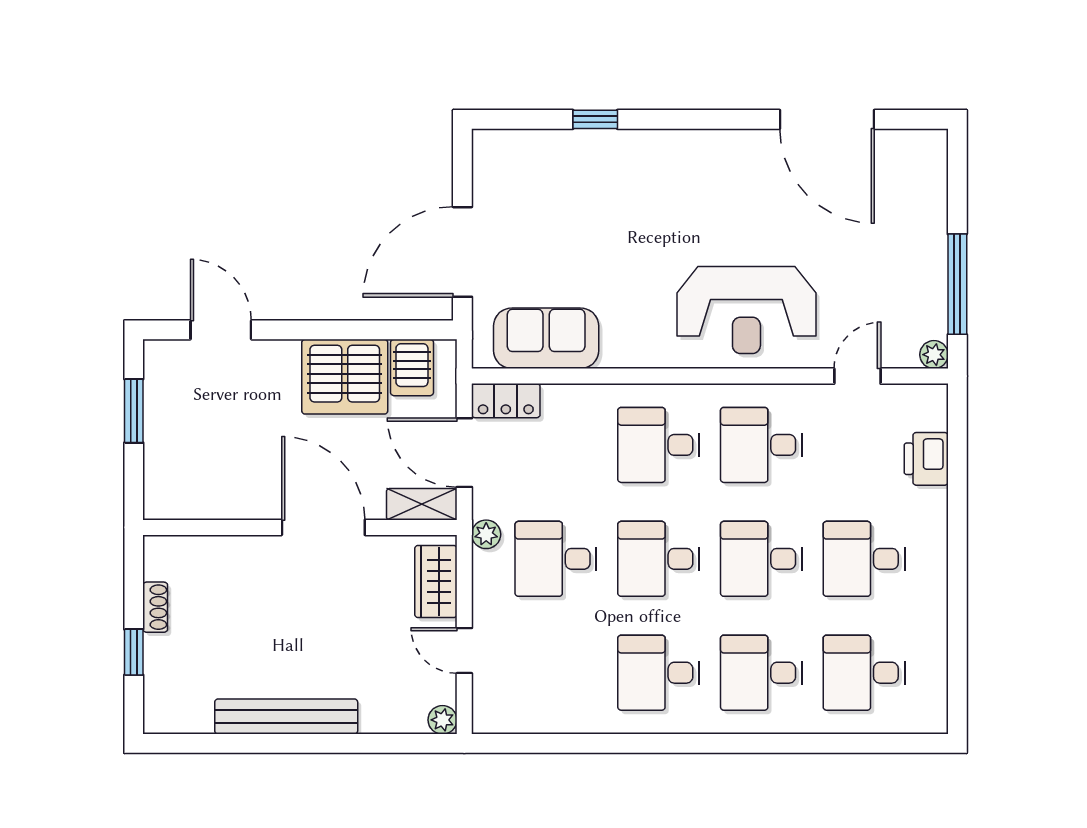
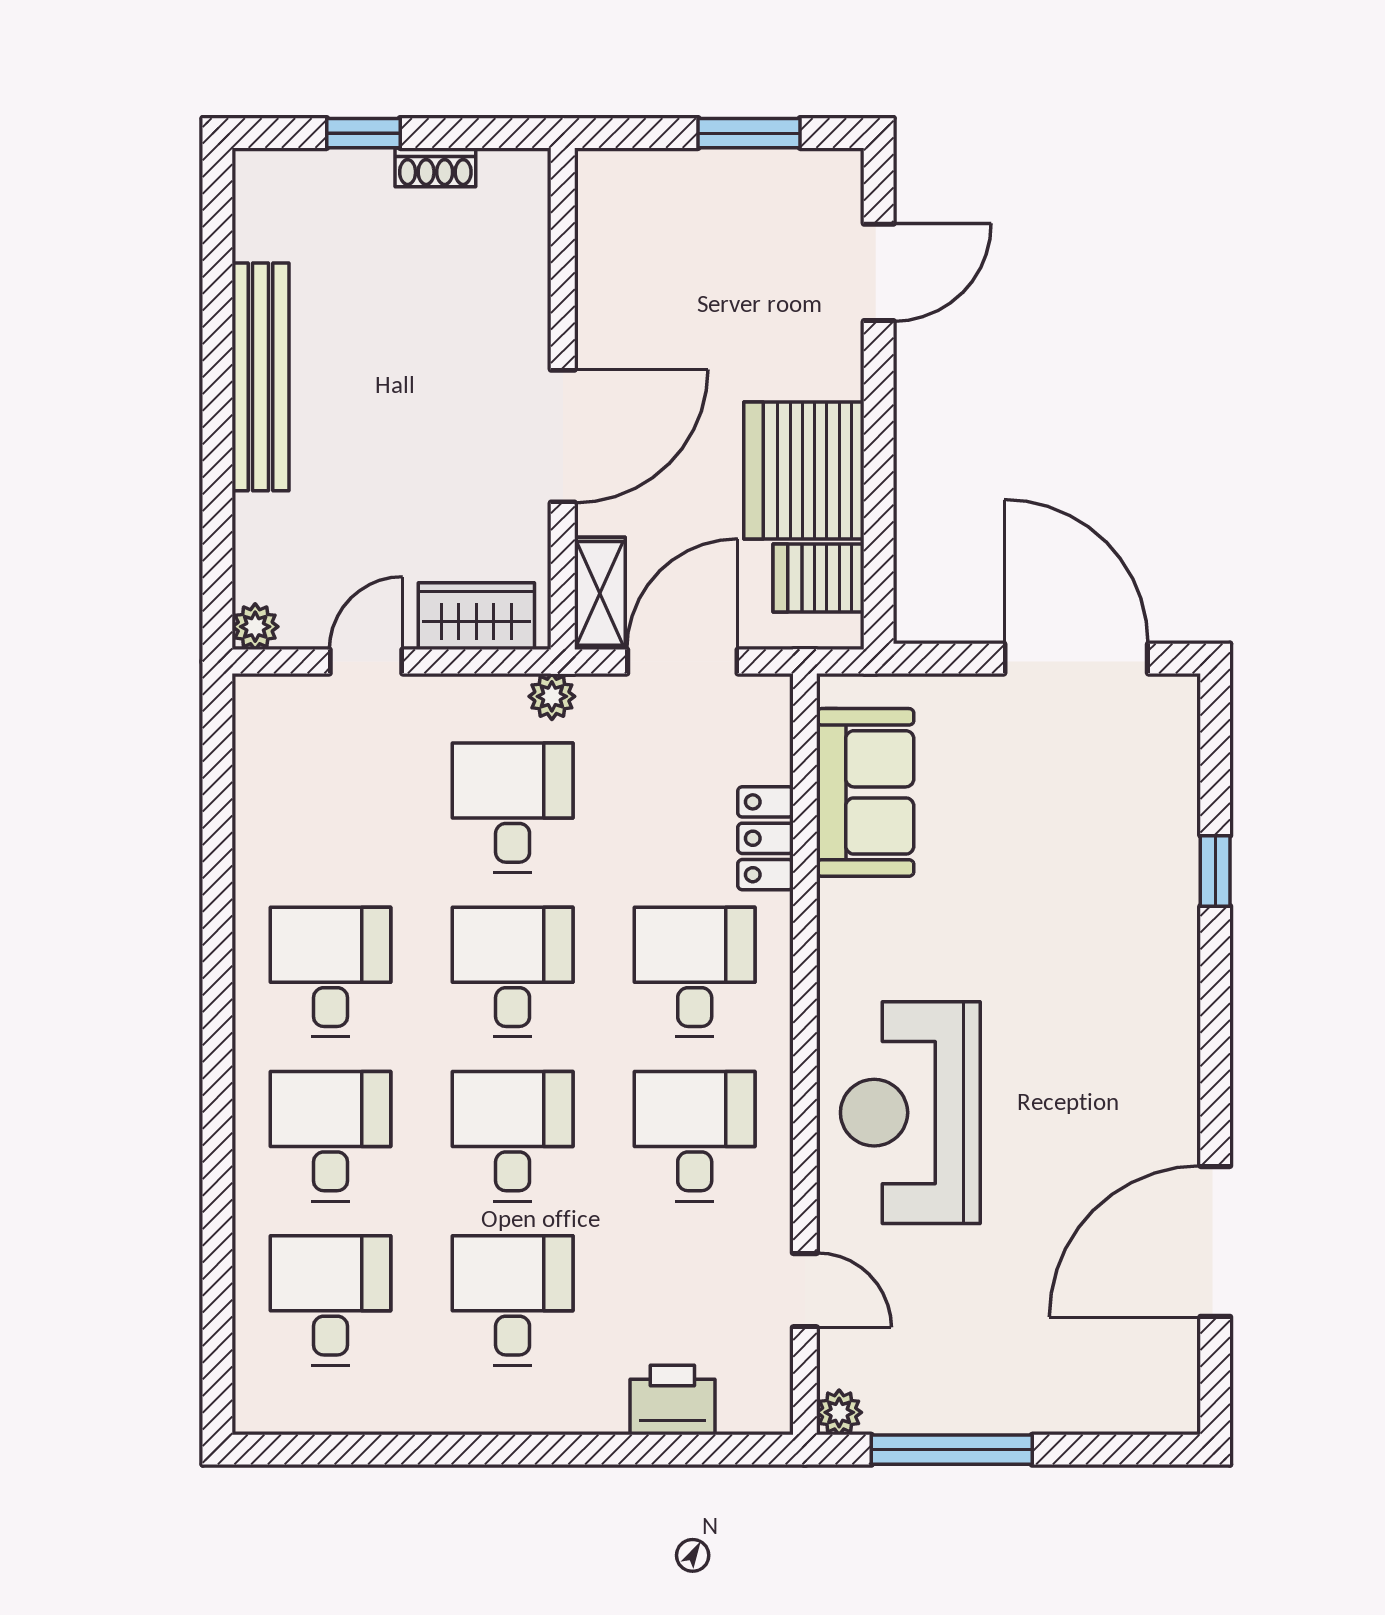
door: (462, 252) -> (1076, 659), moved
locker: (506, 401) -> (765, 838), moved

